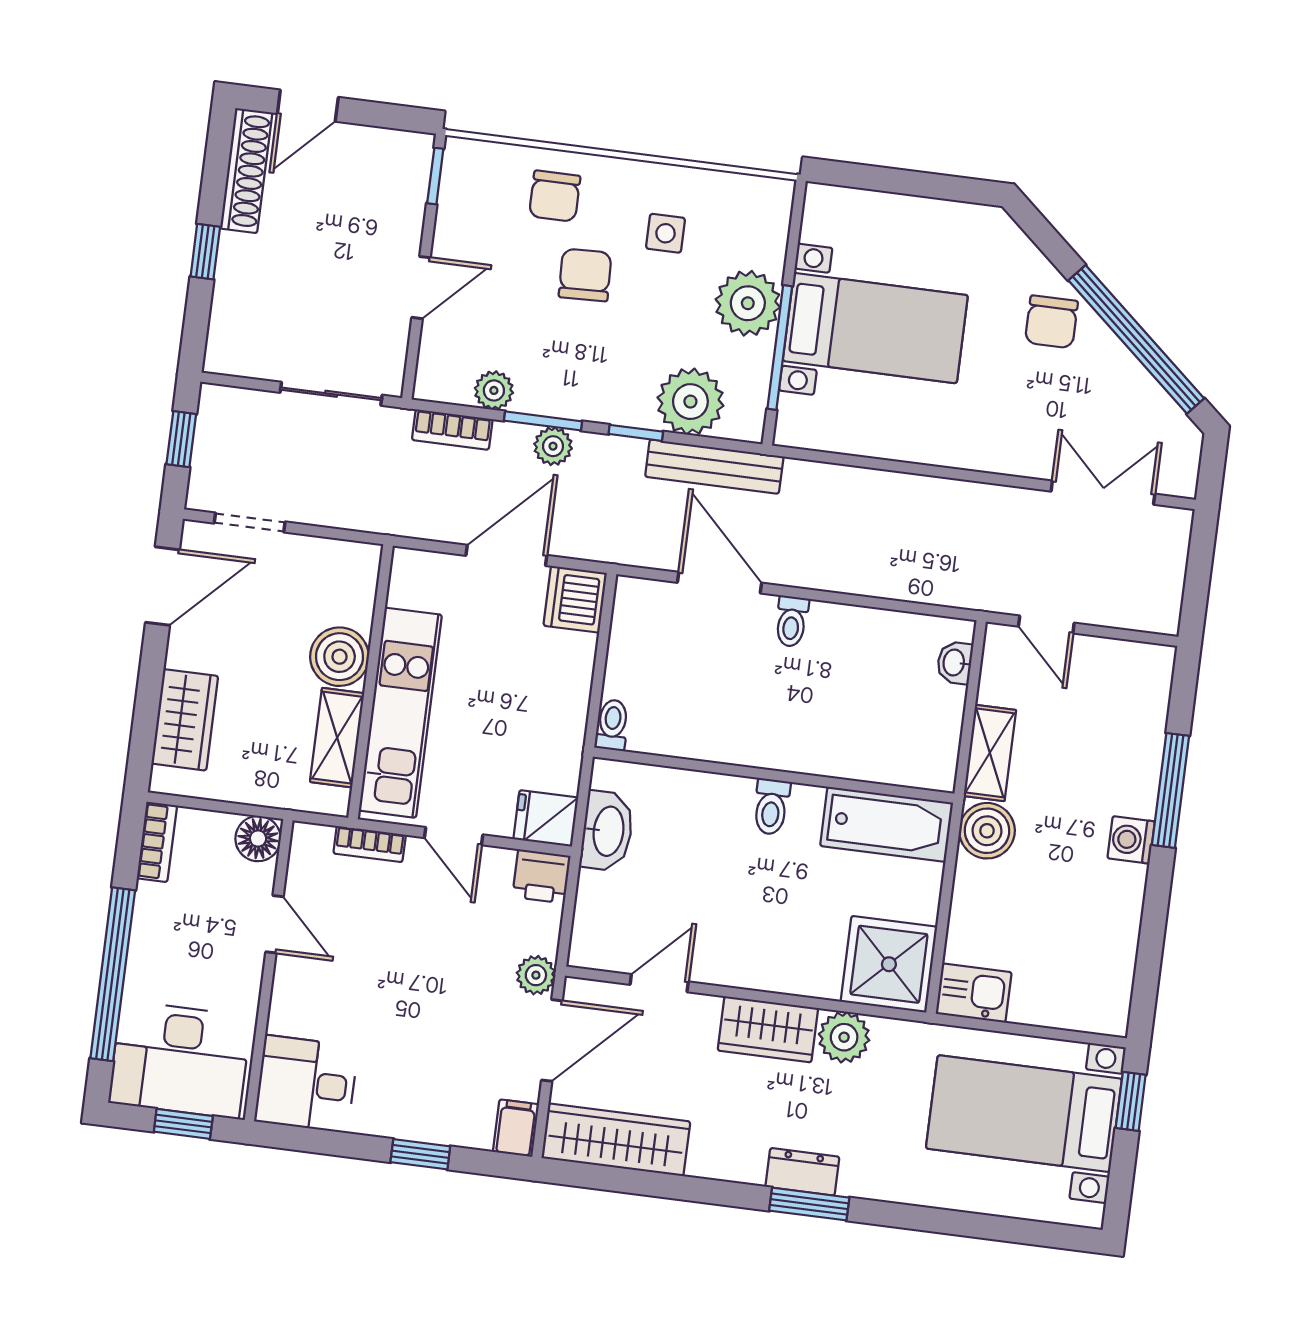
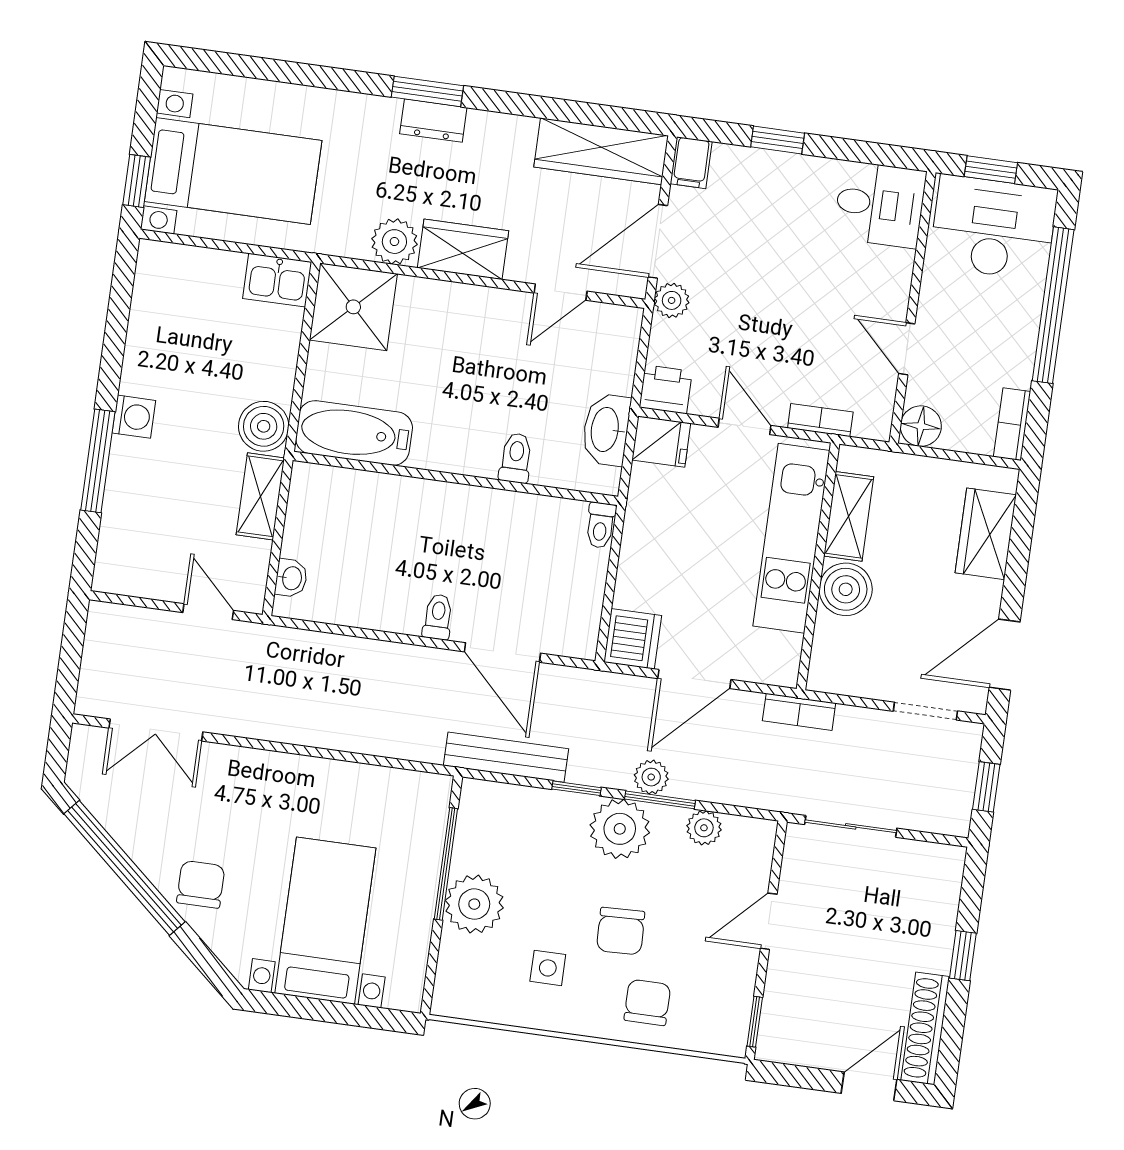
bed with nightstands: (875, 328) -> (325, 921), moved, turned 90
plant: (690, 402) -> (620, 829), moved
bookcase: (452, 430) -> (799, 712), moved, turned 180
toilet: (771, 807) -> (516, 458), moved

